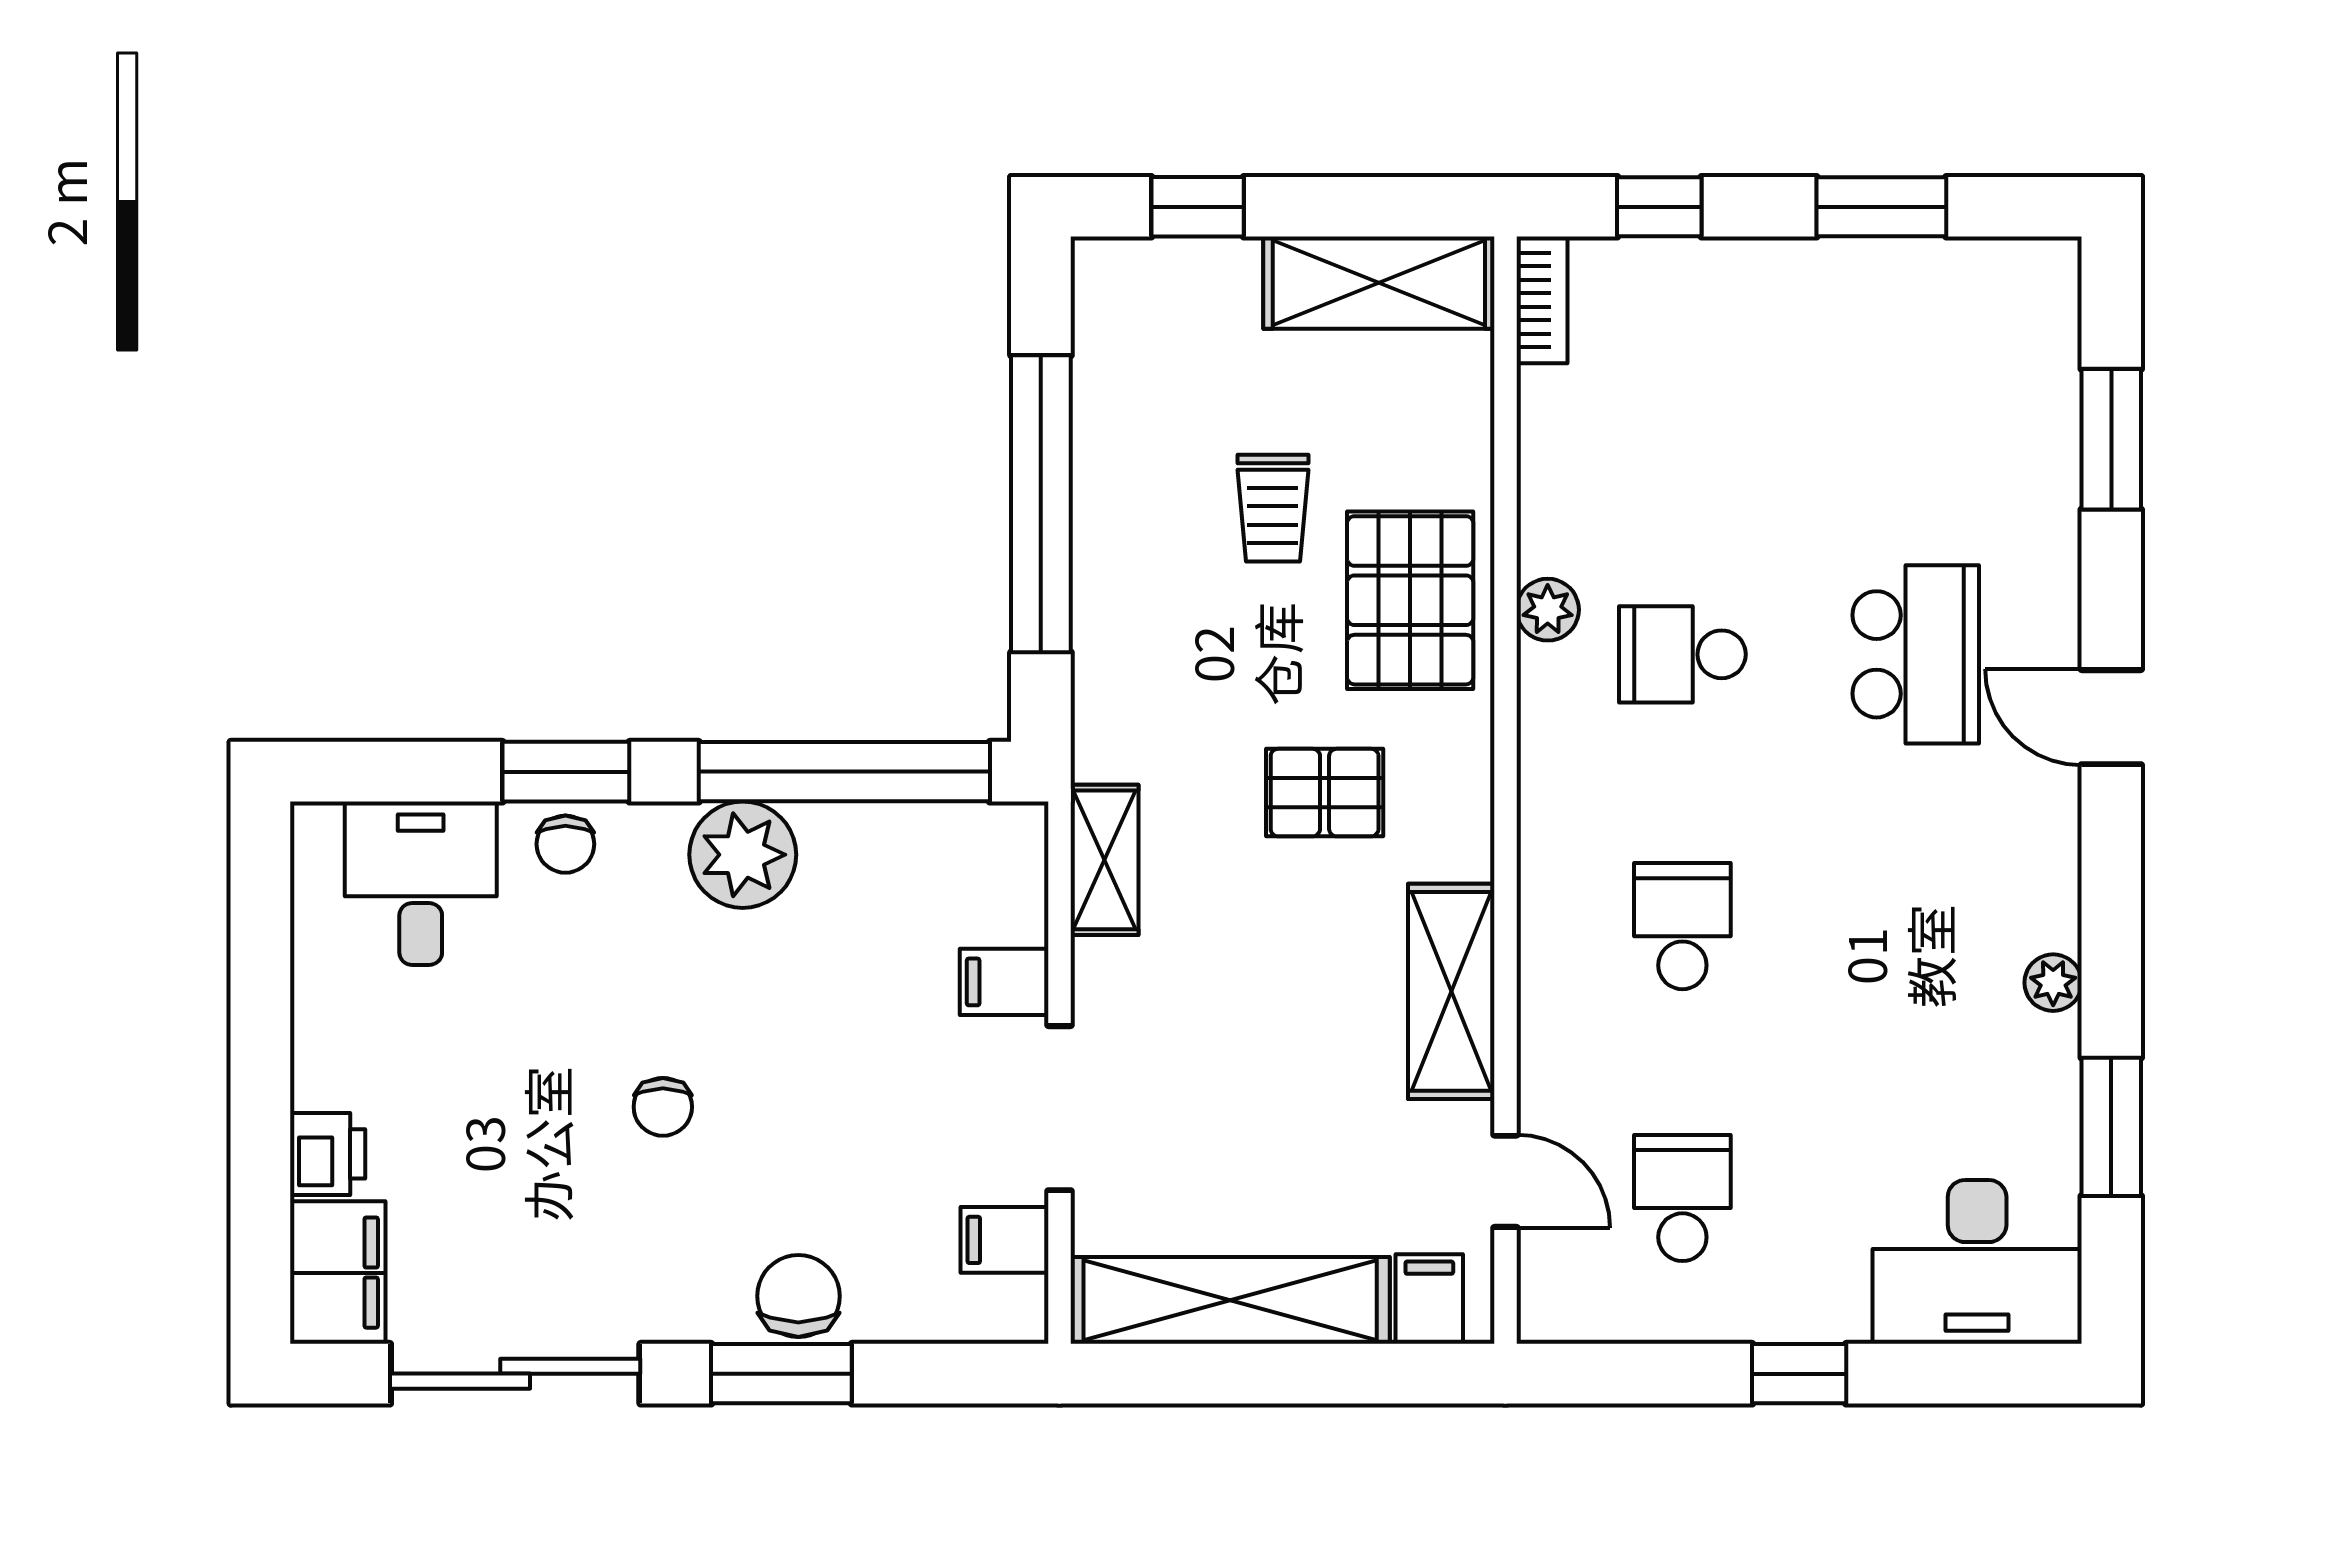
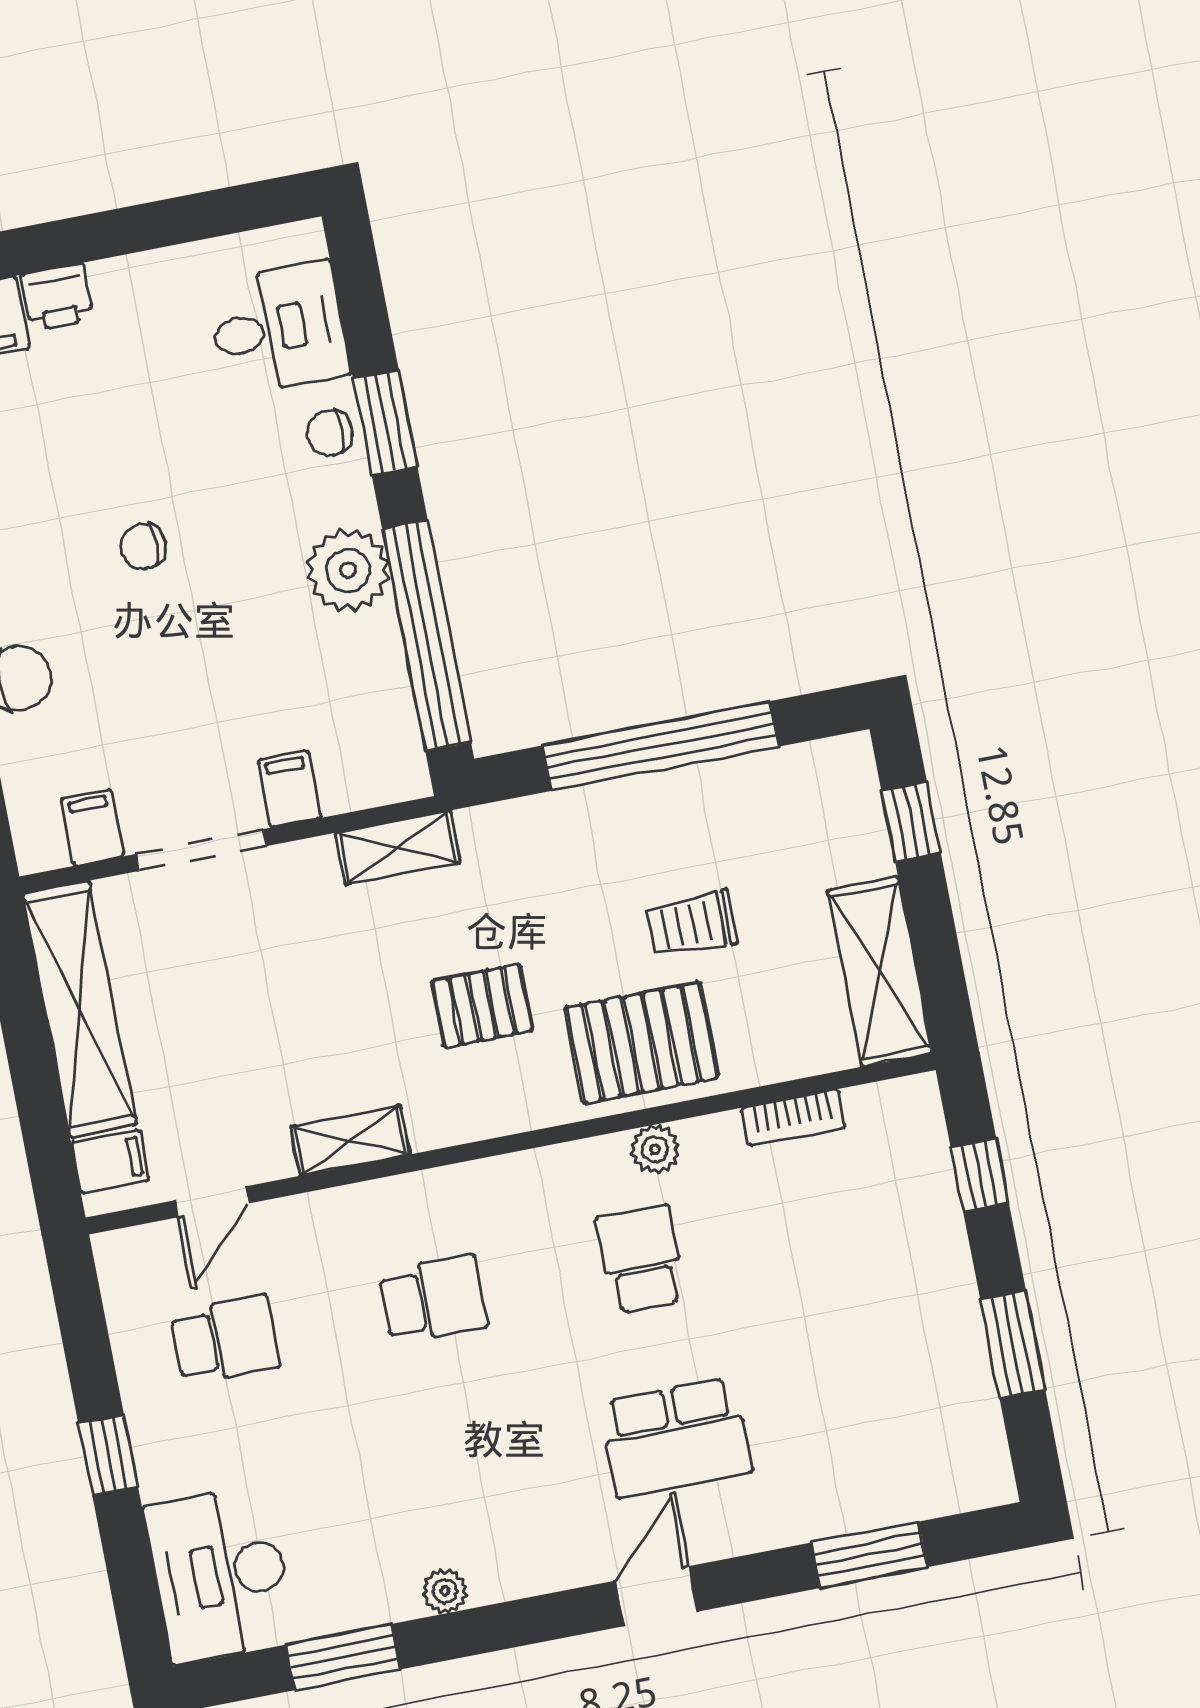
bookcase: (1542, 300) -> (793, 1118), moved
pallet: (1325, 793) -> (482, 1006), turned 90
shelving: (1451, 991) -> (350, 1140), width x0.67, depth x0.75

